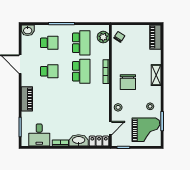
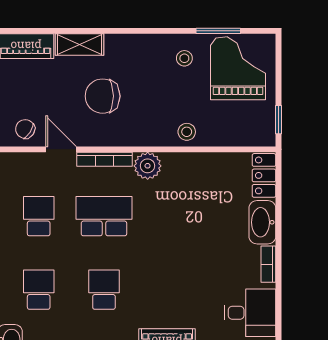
plant: (103, 37) -> (148, 166), moved
school desk: (81, 43) -> (39, 216), width x0.54
shelving: (156, 75) -> (79, 44), moved
chair: (128, 82) -> (103, 96), moved, turned 180
door: (110, 128) -> (61, 149), moved

